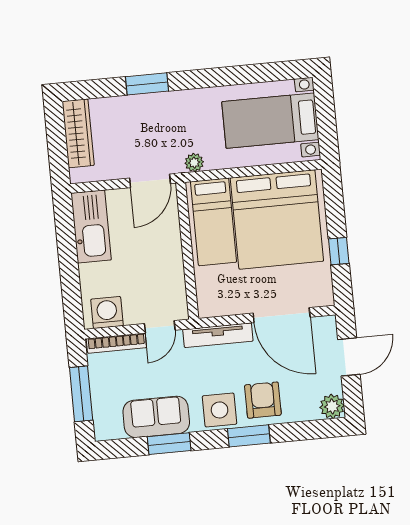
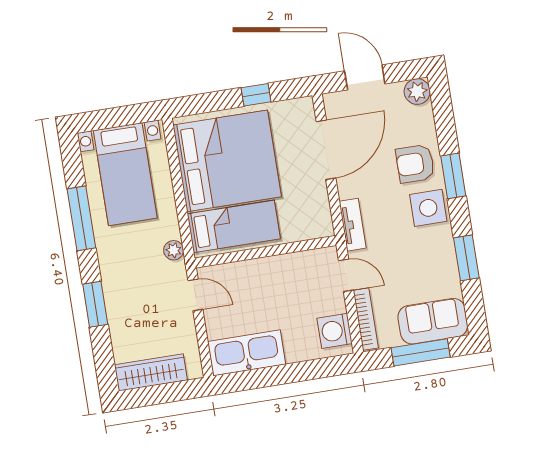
window: (230, 76) -> (81, 218), added
door: (150, 181) -> (195, 295), width x0.73
tv unit: (218, 335) -> (353, 225), width x0.71
sofa: (156, 417) -> (433, 321), moved, turned 90

